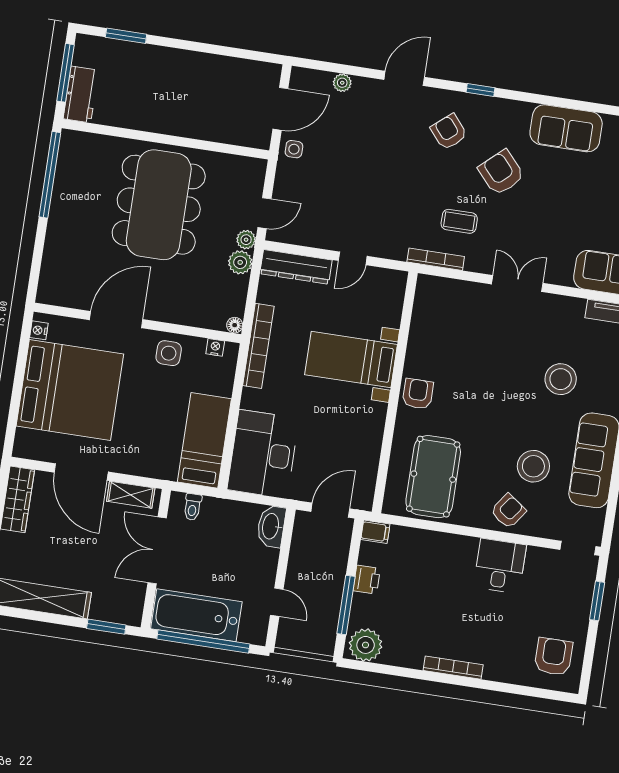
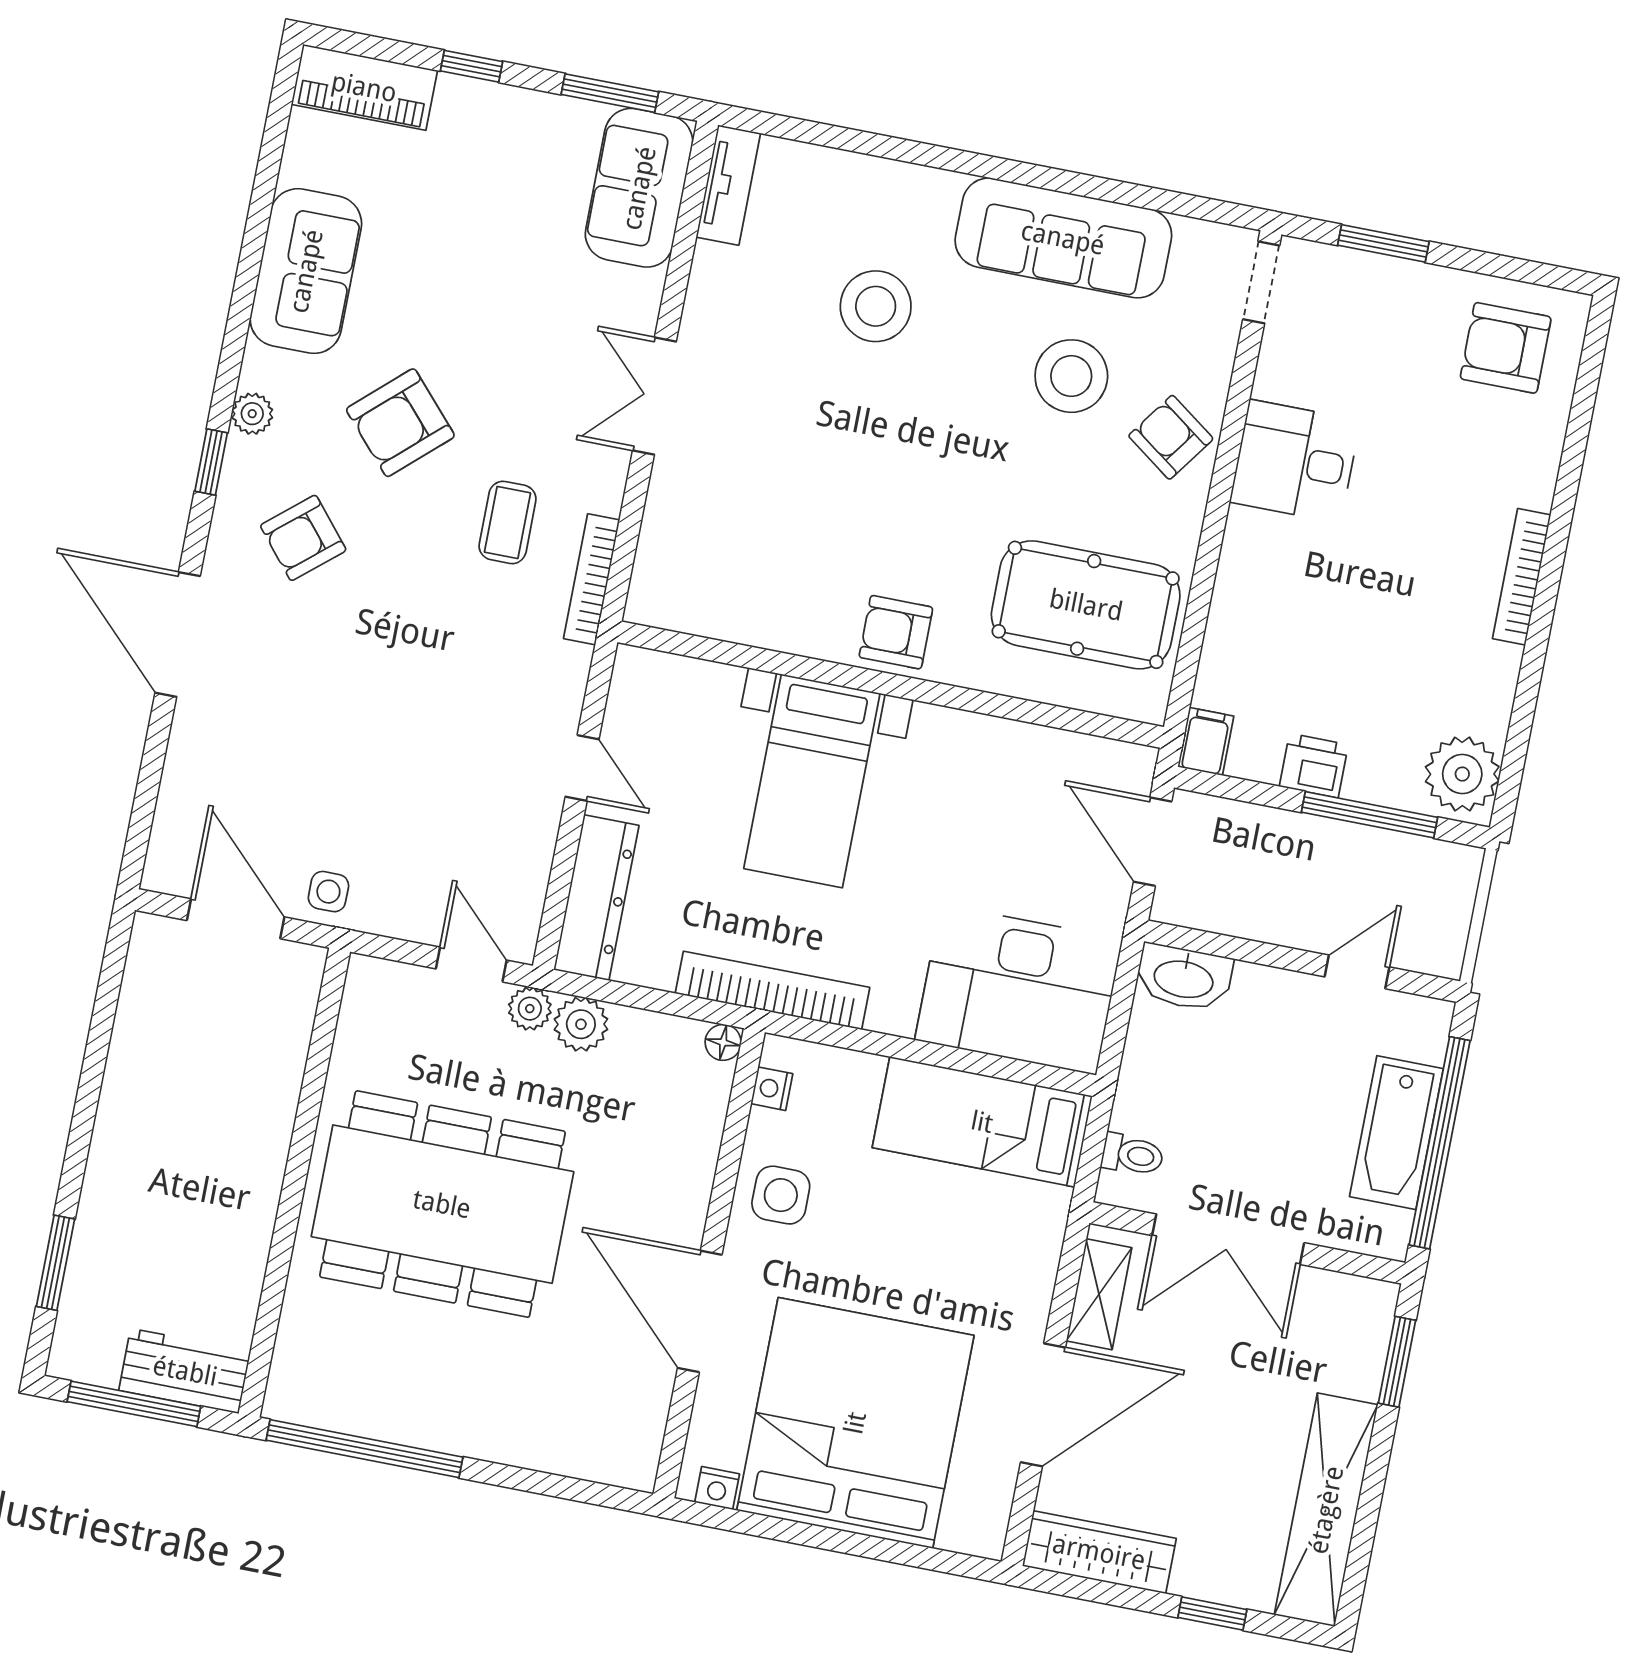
door: (404, 78) -> (178, 634), width x1.36
plant: (342, 83) -> (252, 414), moved
bathtub: (196, 615) -> (1396, 1133), width x0.73, depth x0.73

